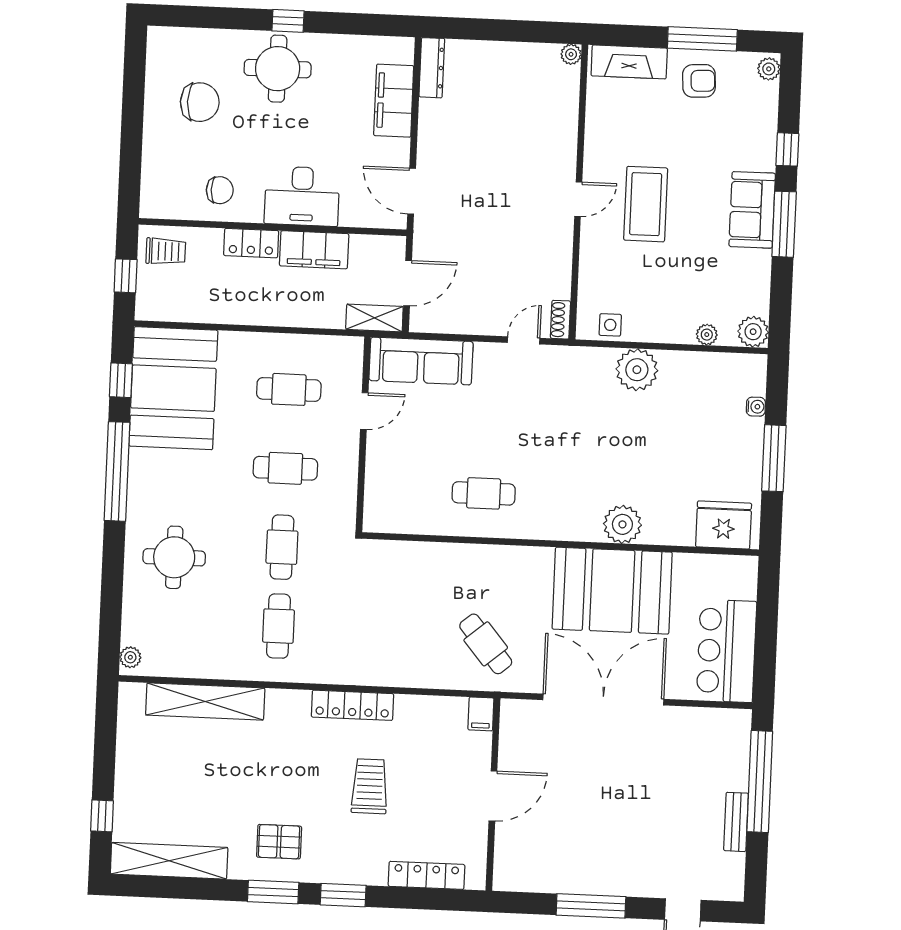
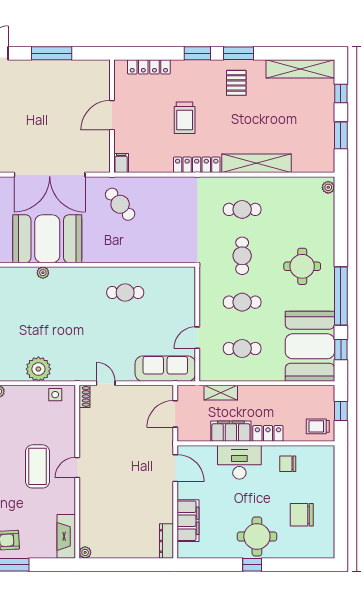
fireplace: (629, 62) -> (66, 536), moved, turned -90
shelving: (374, 318) -> (221, 393), moved
door: (524, 340) -> (106, 383), swing flipped
plant: (622, 524) -> (43, 273), width x0.53, depth x0.53
round table: (174, 557) -> (302, 266), moved
cafe table: (278, 626) -> (242, 209), turned 90
shelving: (205, 701) -> (257, 163), moved
window: (105, 745) -> (341, 135), added
pallet: (279, 842) -> (236, 83), turned 90

